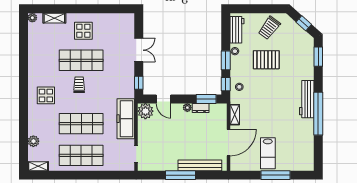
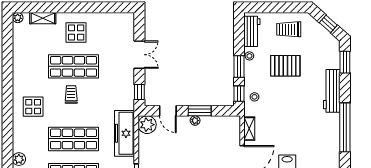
trolley: (269, 28) -> (289, 29), turned 53
window: (206, 99) -> (200, 111), moved
workbench: (307, 99) -> (332, 91), moved
dresser: (201, 108) -> (210, 121), removed

